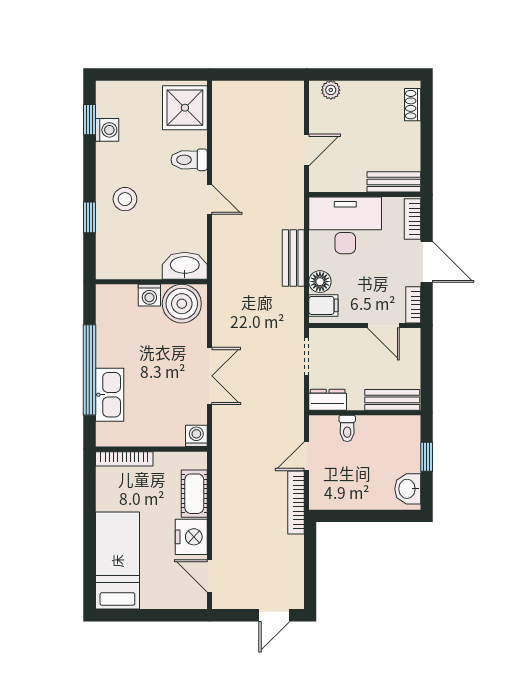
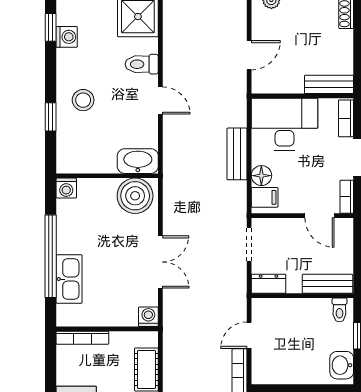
washing machine: (149, 295) -> (66, 188), moved
toilet: (347, 428) -> (339, 310), moved

